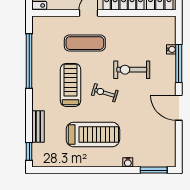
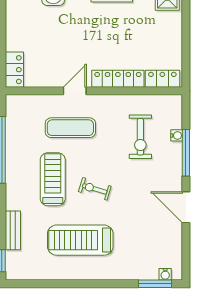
exercise bike: (132, 70) -> (140, 137), moved, turned -90
treadmill: (93, 134) -> (80, 240), turned 180
water cooler: (128, 162) -> (165, 274), moved

